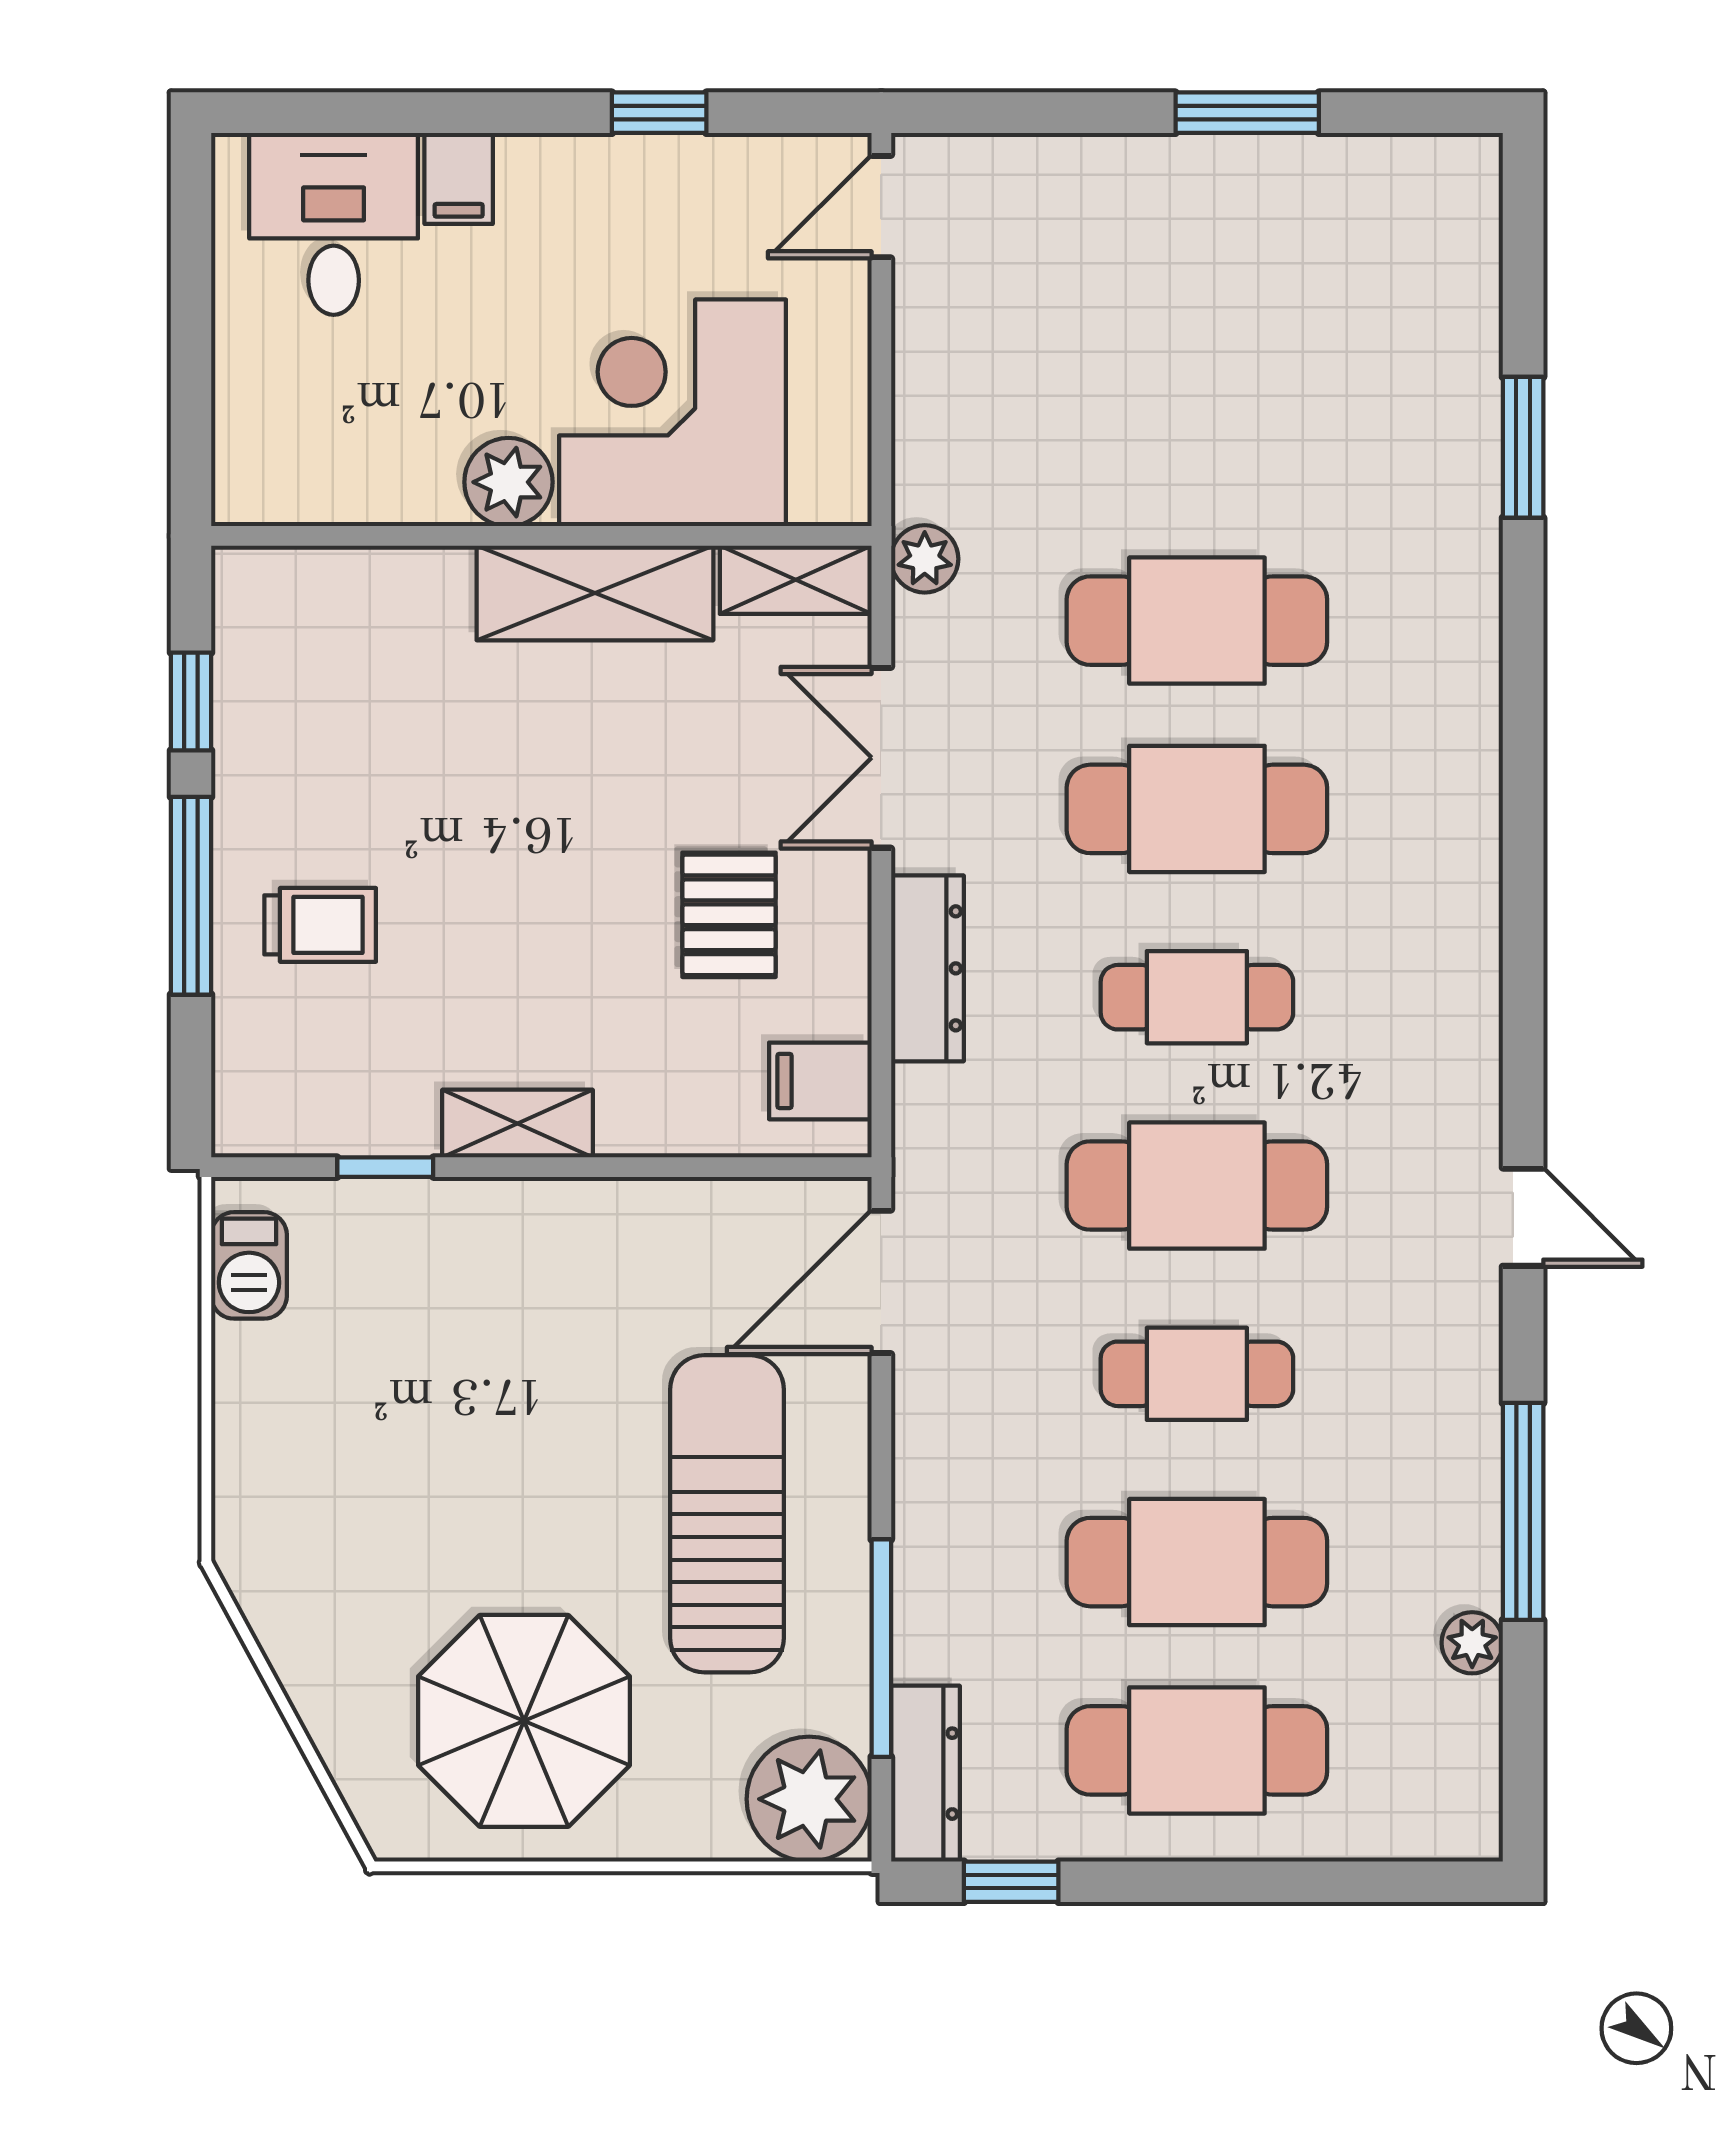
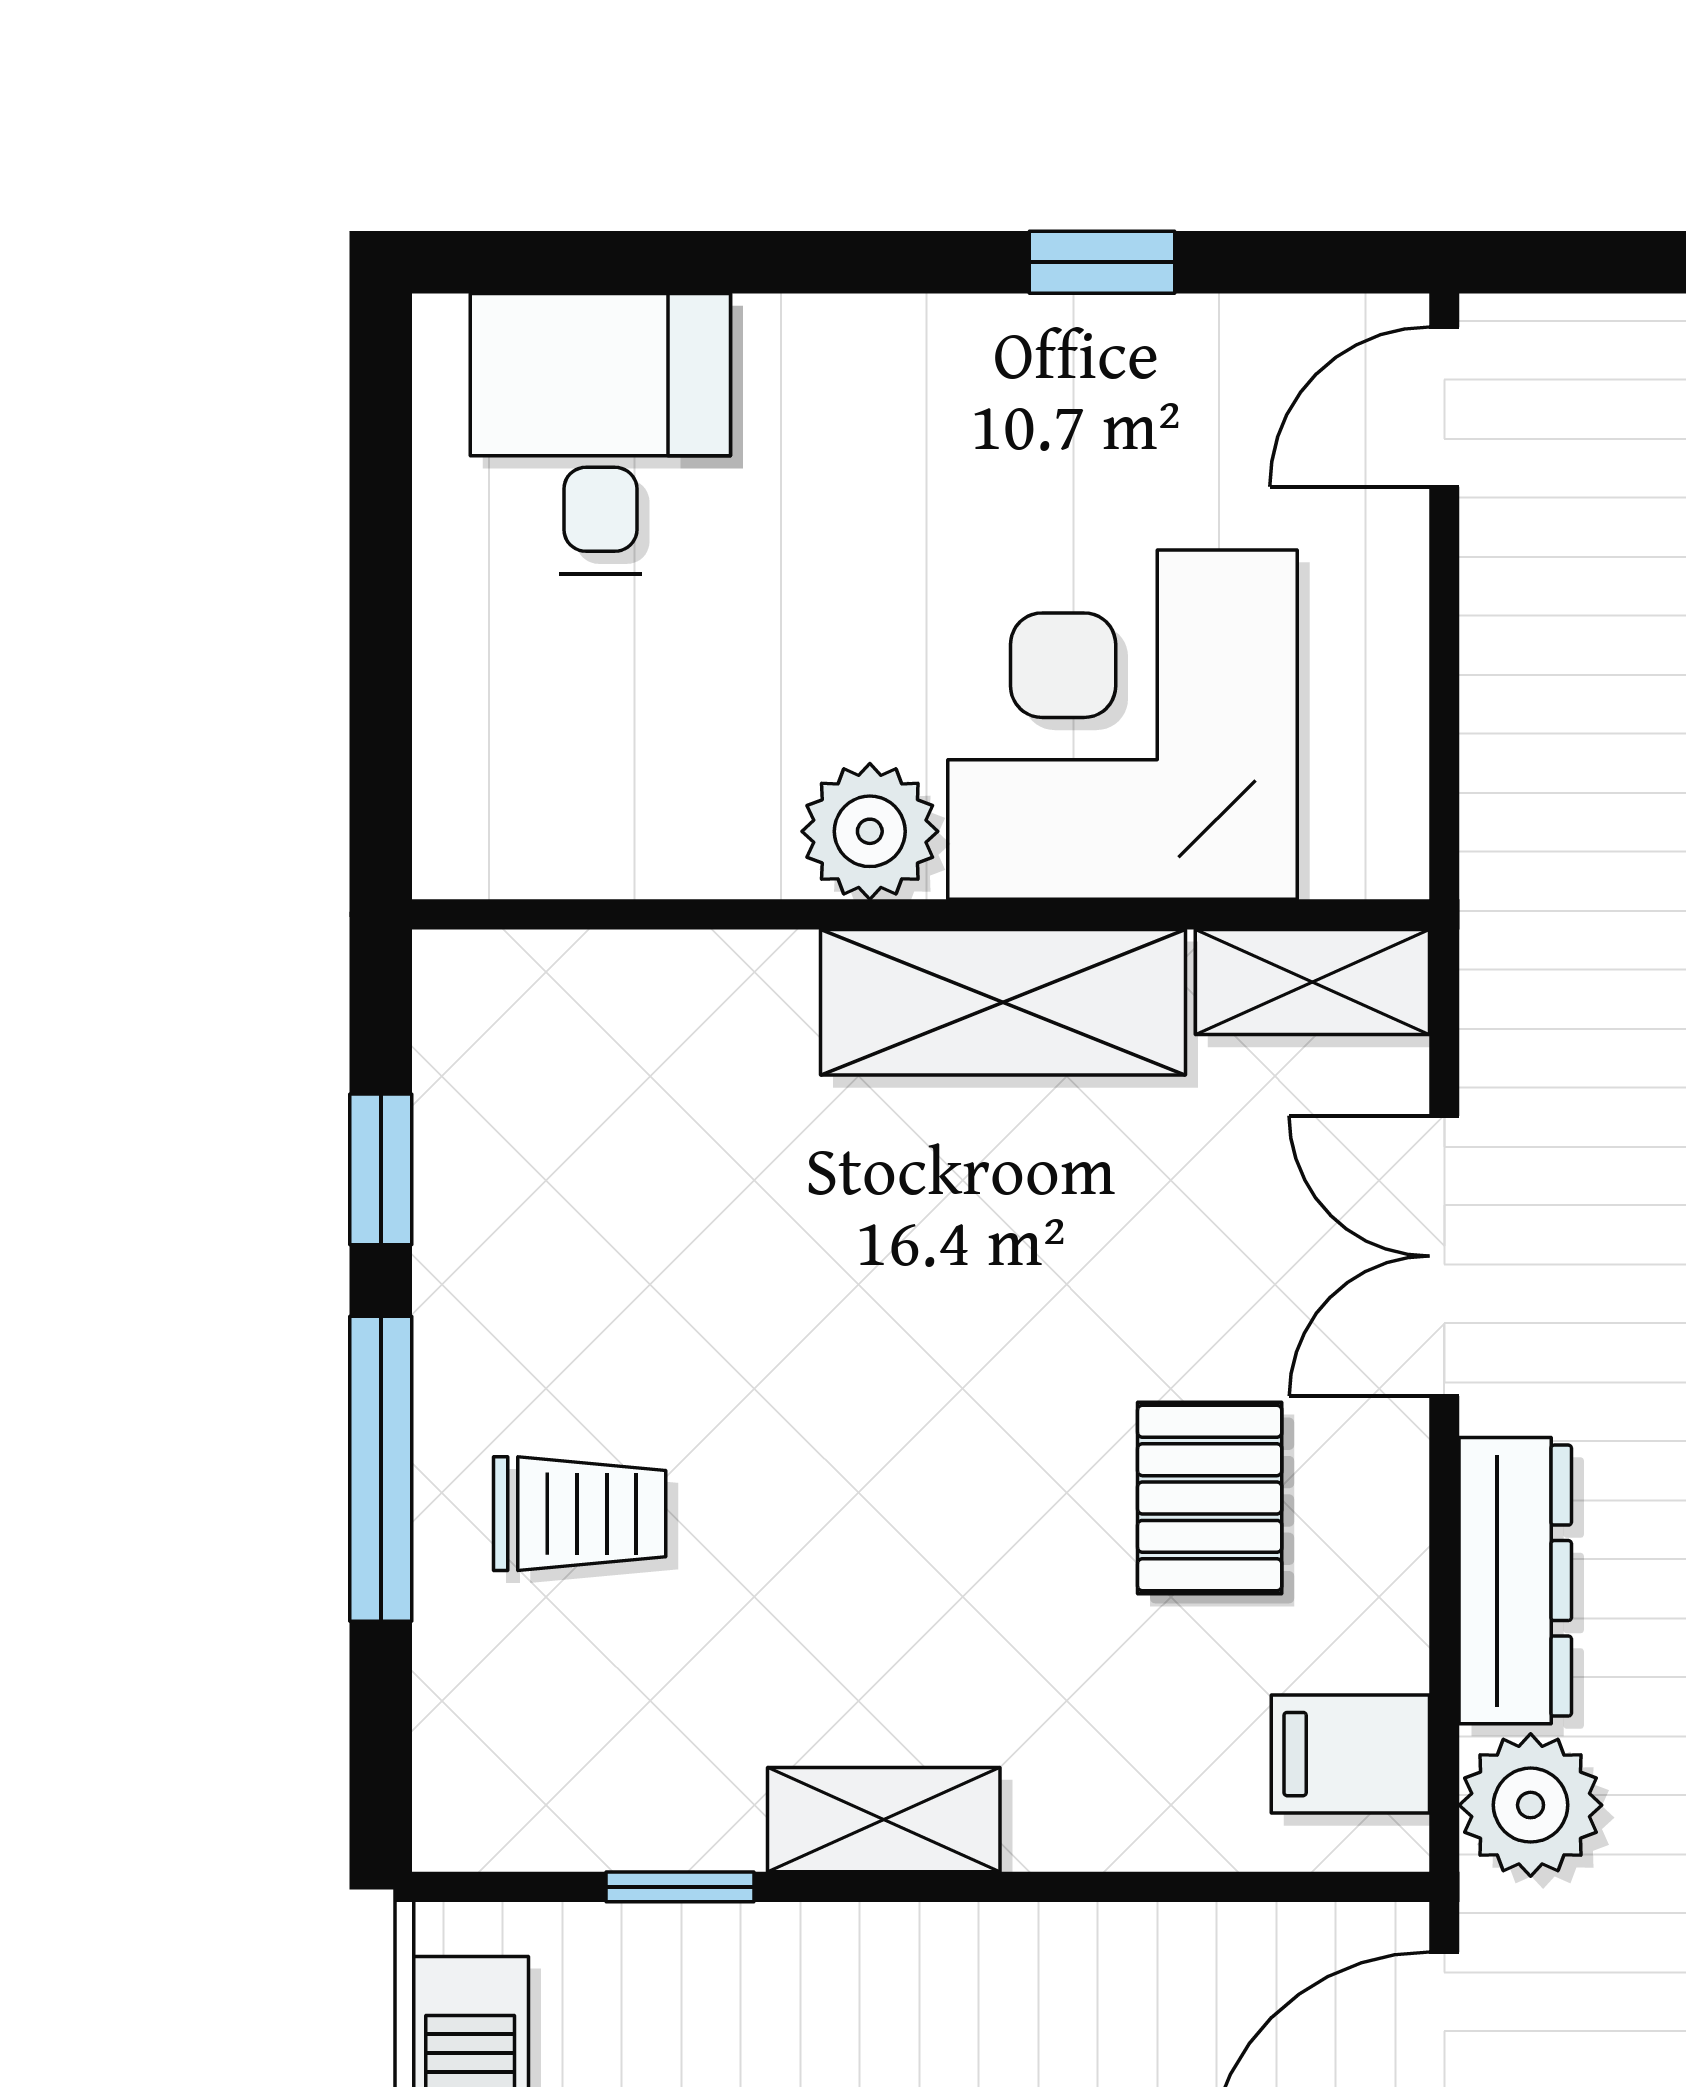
filing cabinet: (459, 178) -> (793, 364), removed
plant: (925, 559) -> (1531, 1805), moved, width x1.38, depth x1.38

